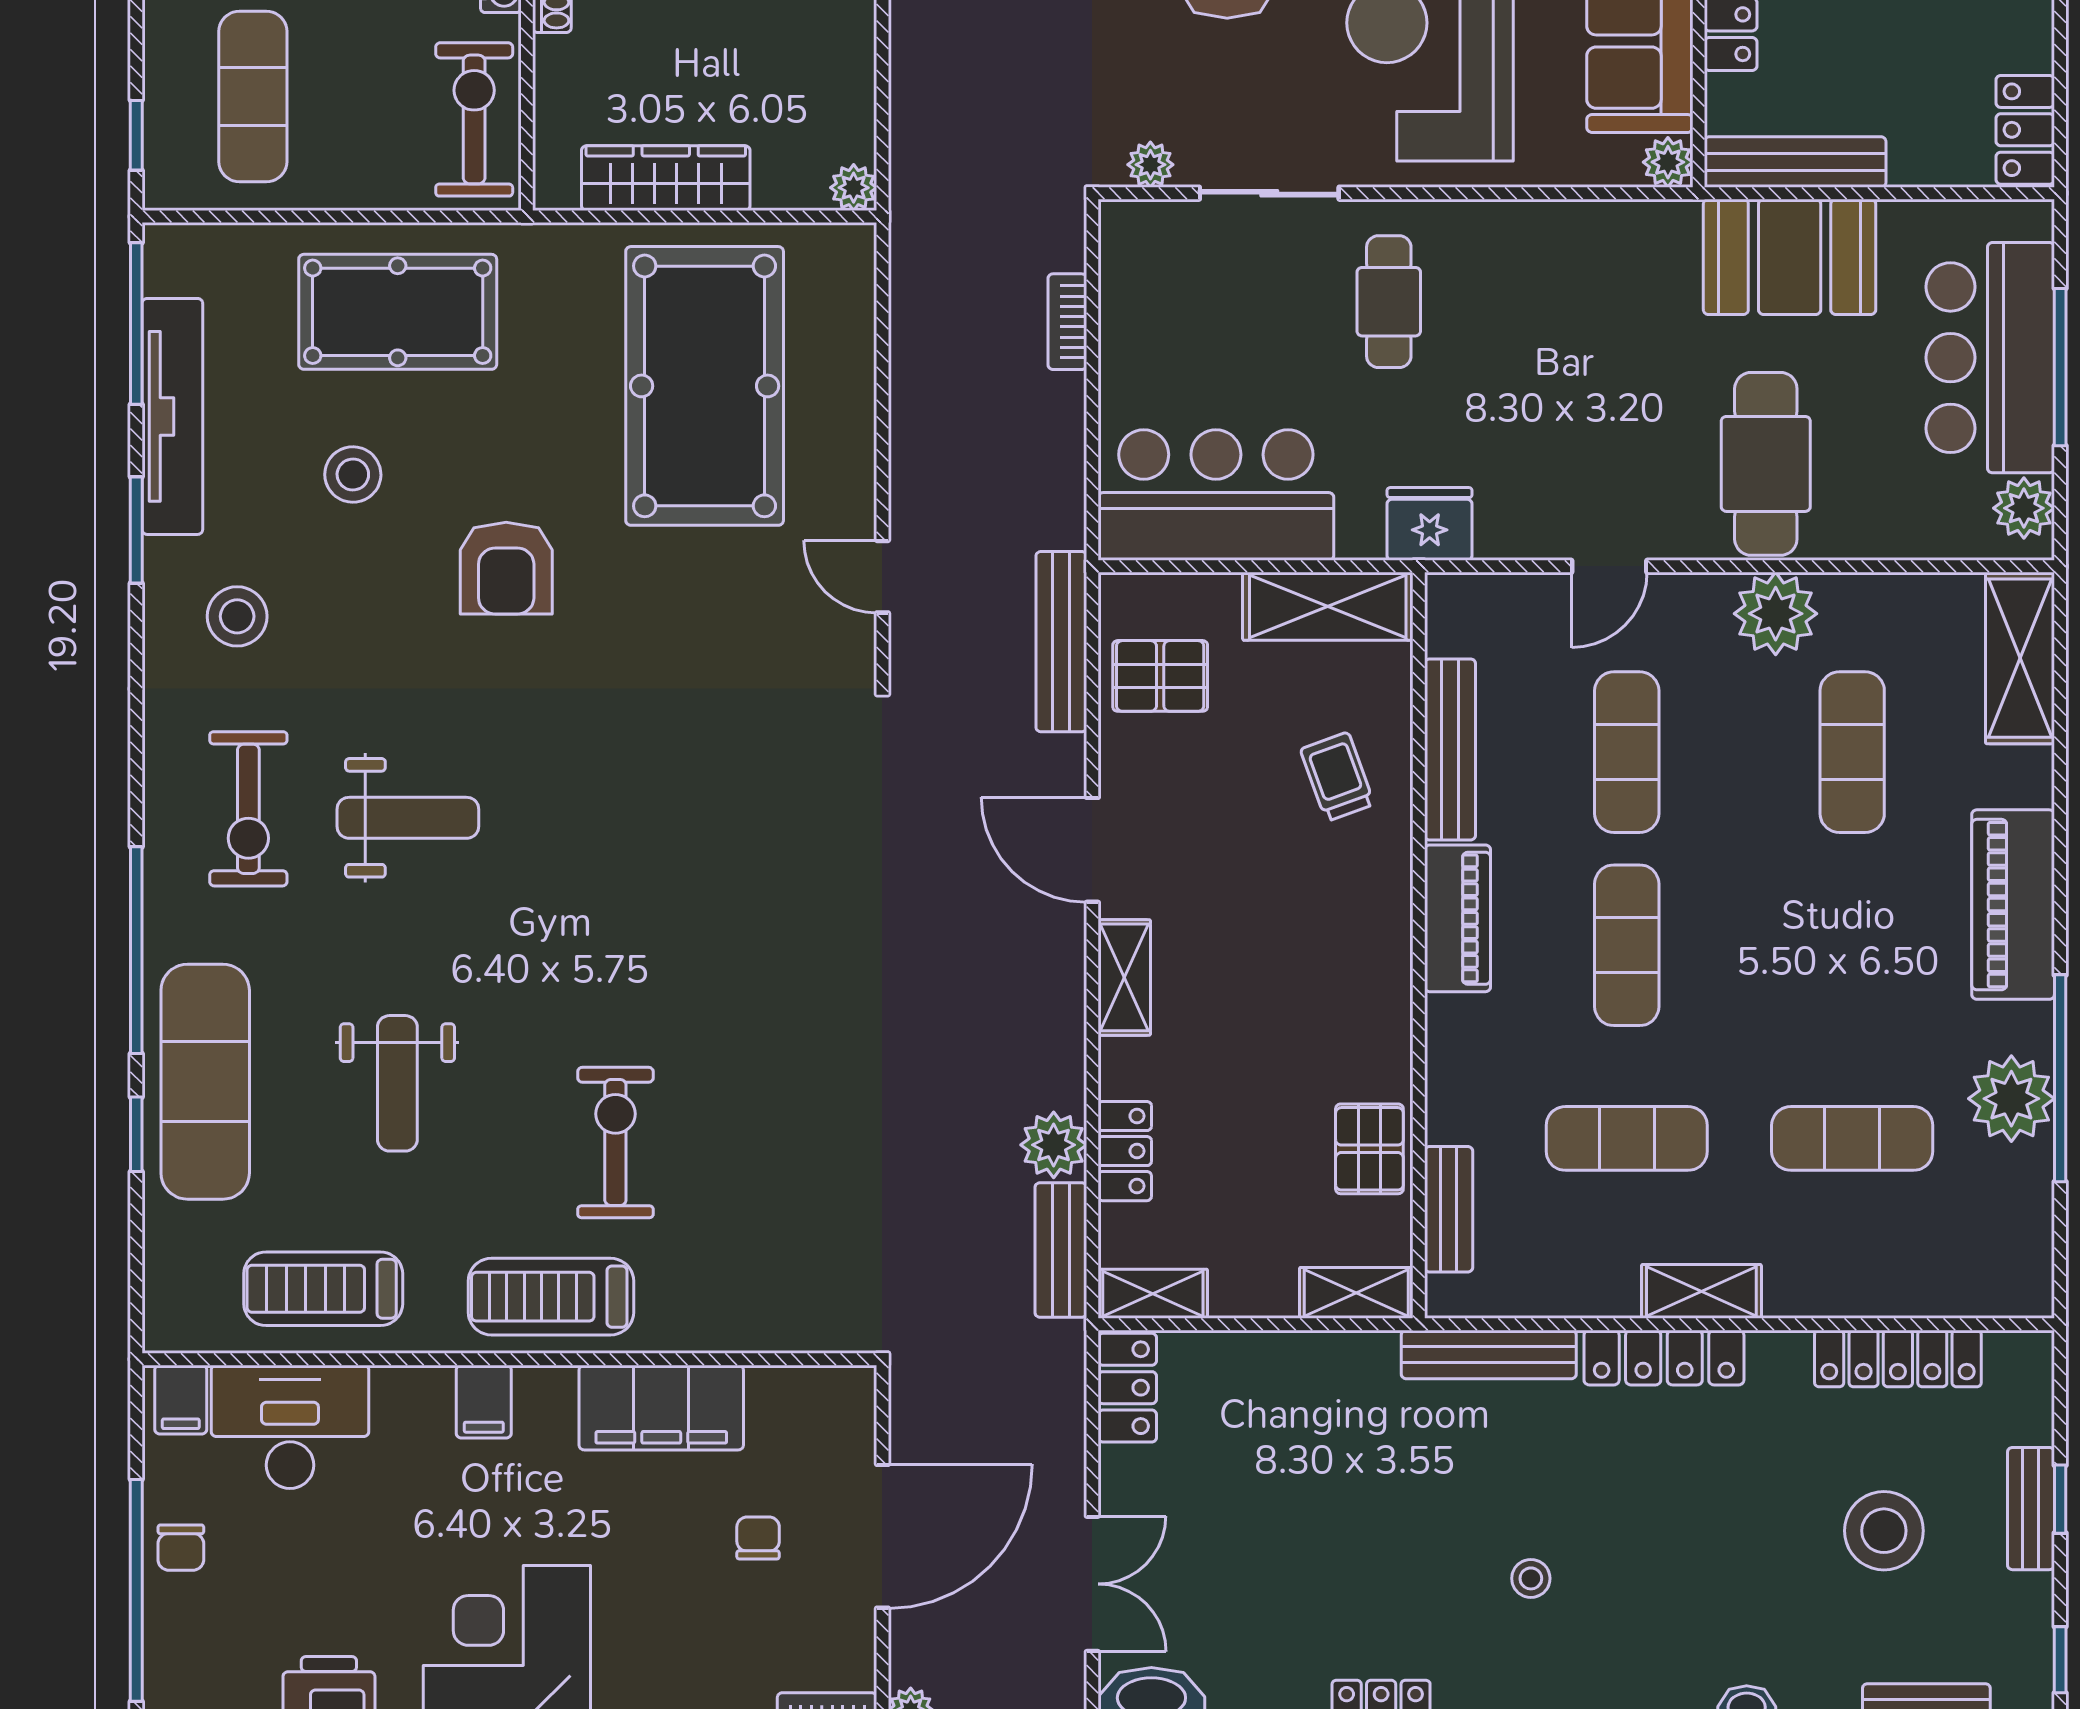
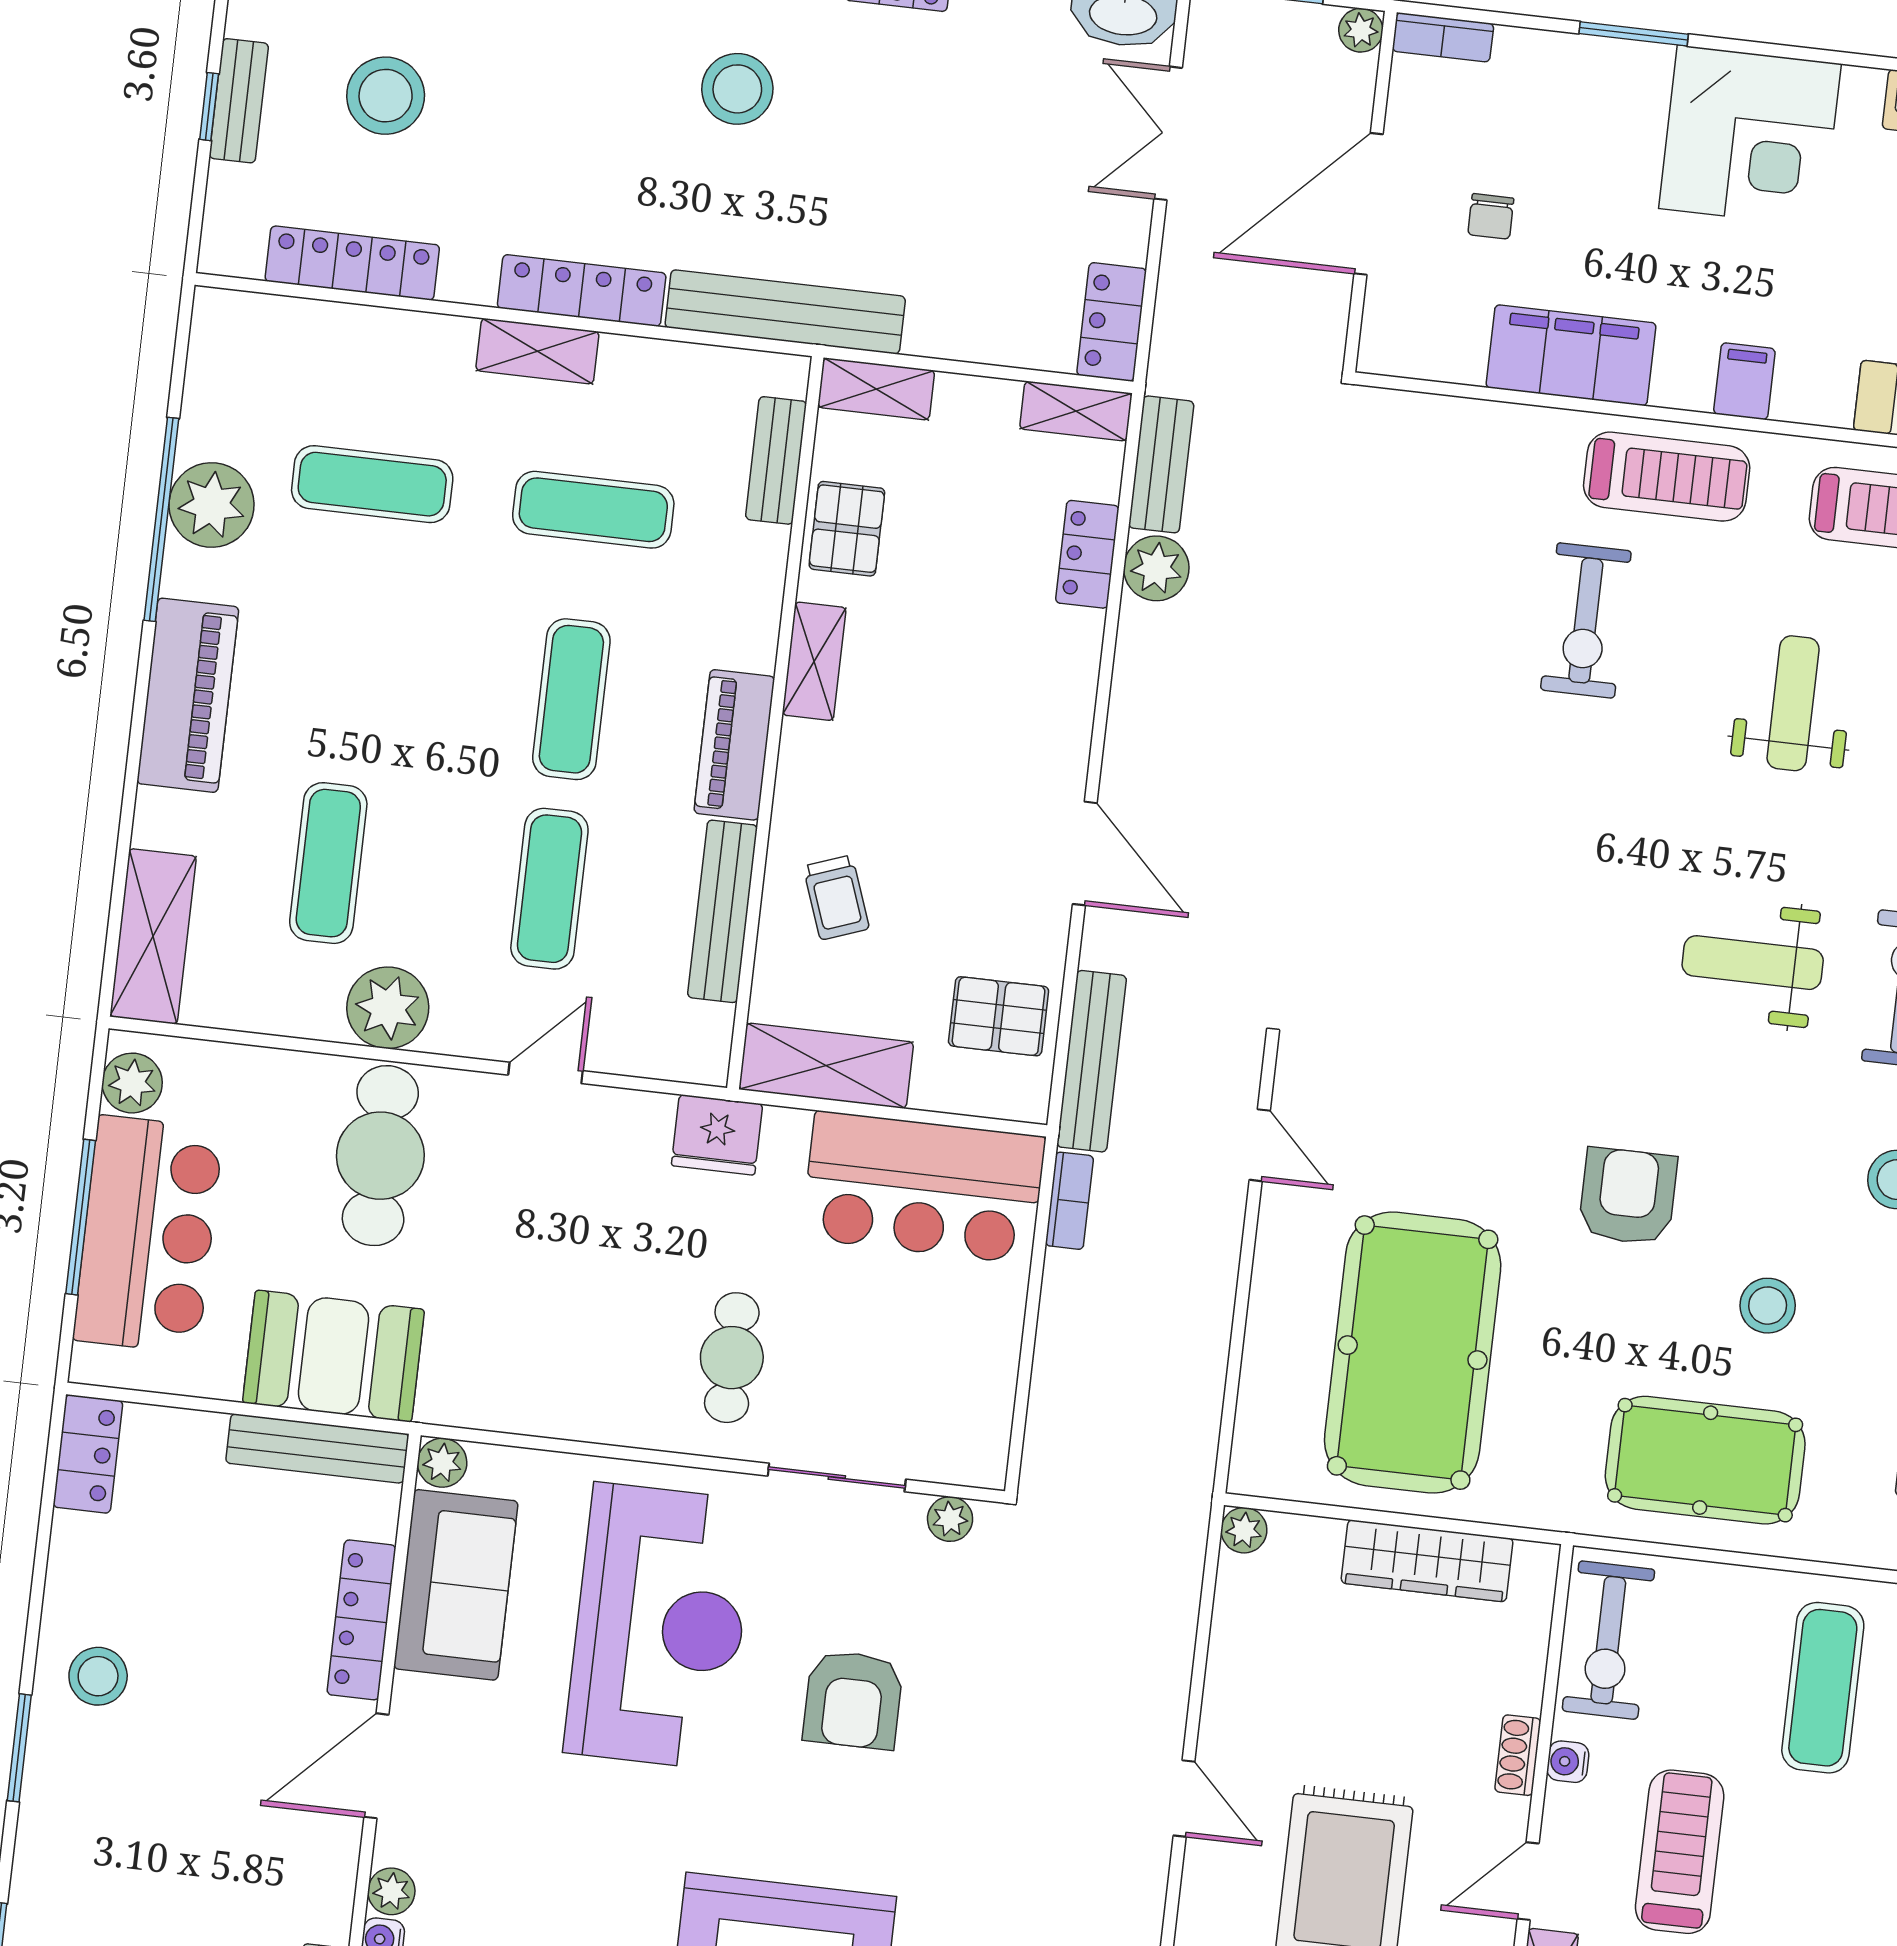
bookcase: (1067, 322) -> (1069, 1201), moved
shelving: (1124, 977) -> (814, 661), moved
bench: (1489, 1354) -> (785, 312), width x1.37, depth x1.21
stool: (1531, 1578) -> (737, 89), width x1.89, depth x1.89

